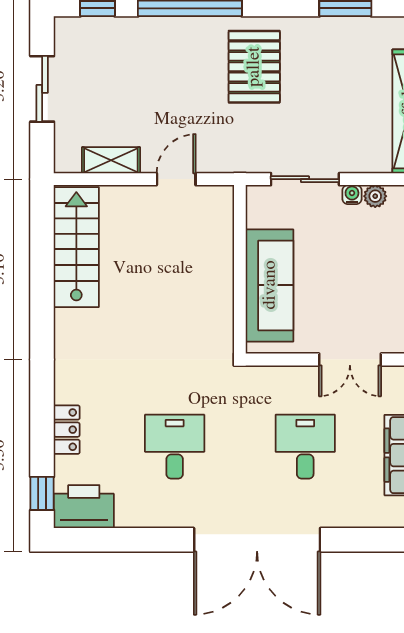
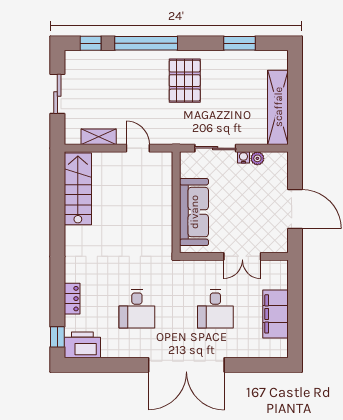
door: (176, 179) -> (138, 148), hinge flipped
desk: (175, 447) -> (137, 309), turned 180
desk: (305, 447) -> (215, 309), turned 180

